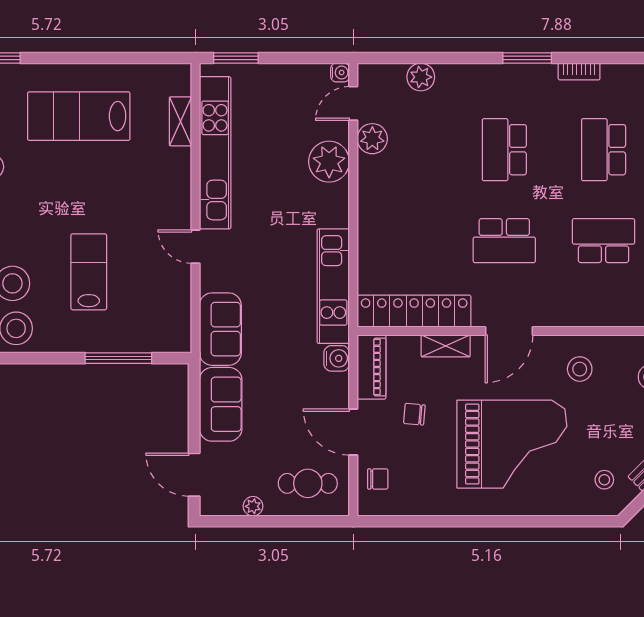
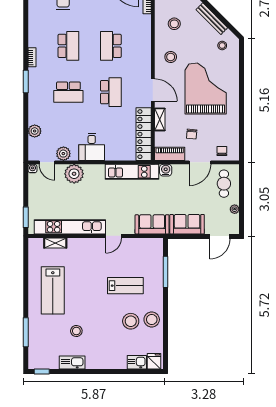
school desk: (604, 150) -> (68, 46), turned -90
desk: (387, 200) -> (92, 147), added
lab bench: (89, 272) -> (125, 286), turned 180

